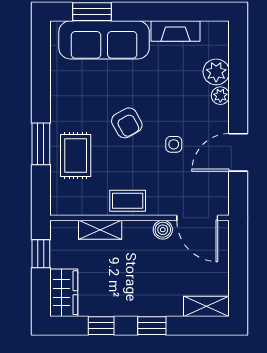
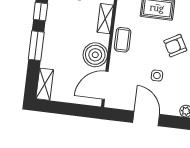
boiler: (163, 230) -> (95, 55), width x1.86, depth x1.86
window: (152, 326) -> (36, 46), width x1.50

